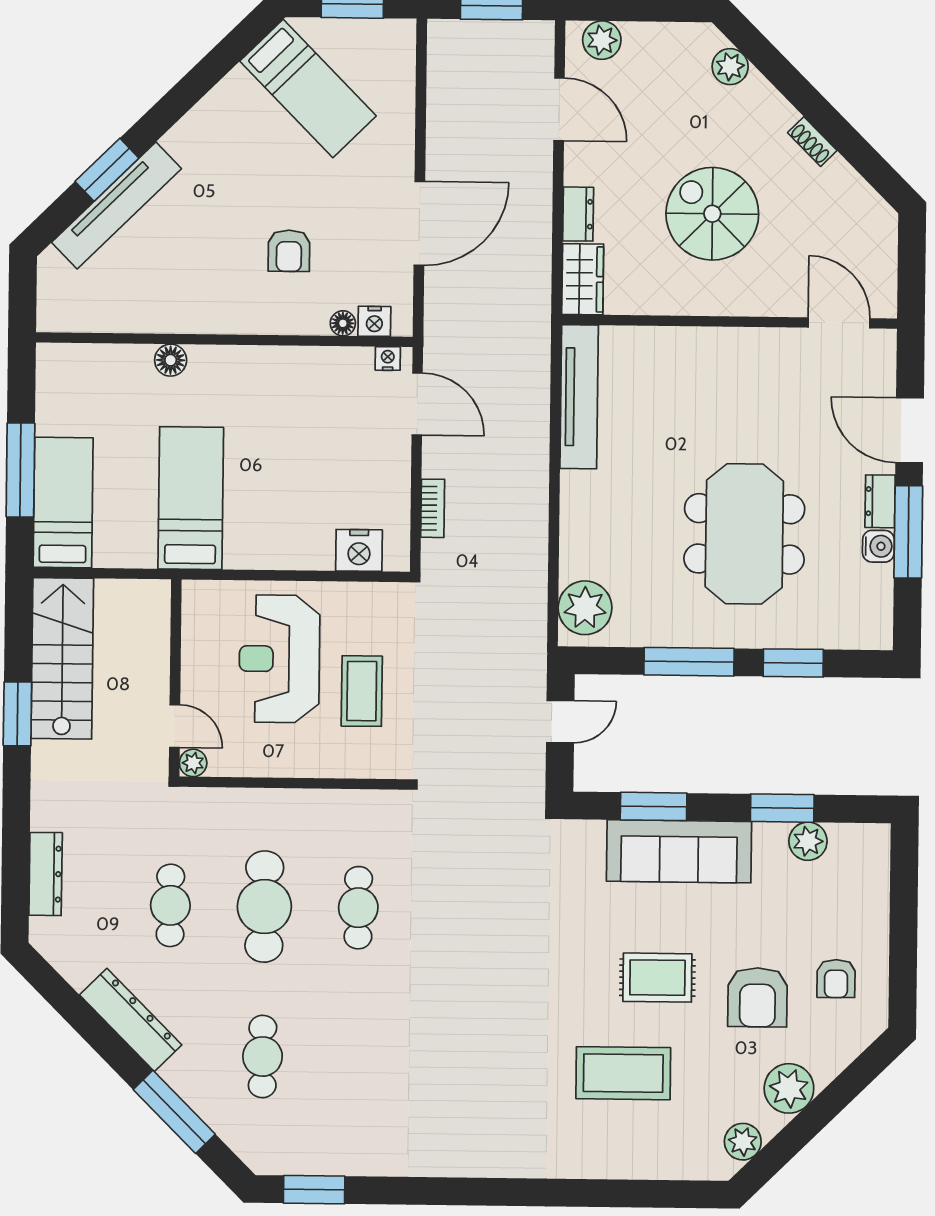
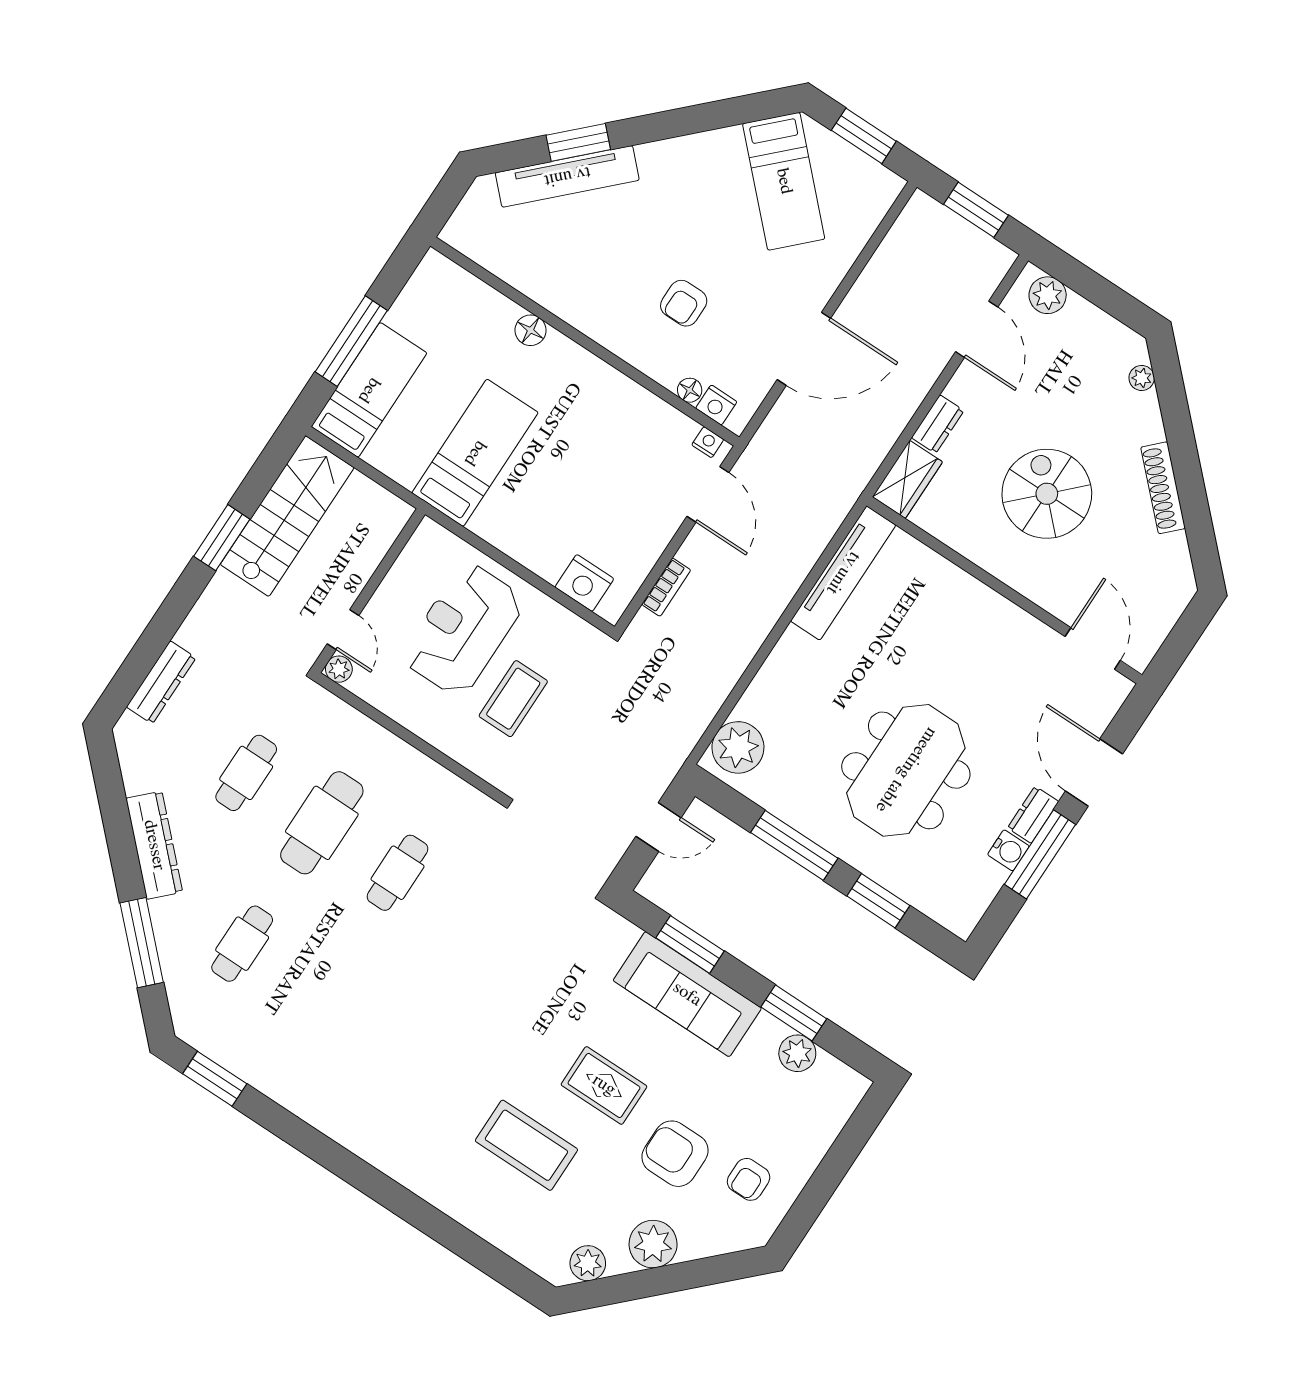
plant: (730, 67) -> (1142, 378), width x0.73, depth x0.73
shoe rack: (812, 142) -> (1163, 488), width x1.94, depth x1.24
armchair: (757, 997) -> (675, 1154), turned 90

